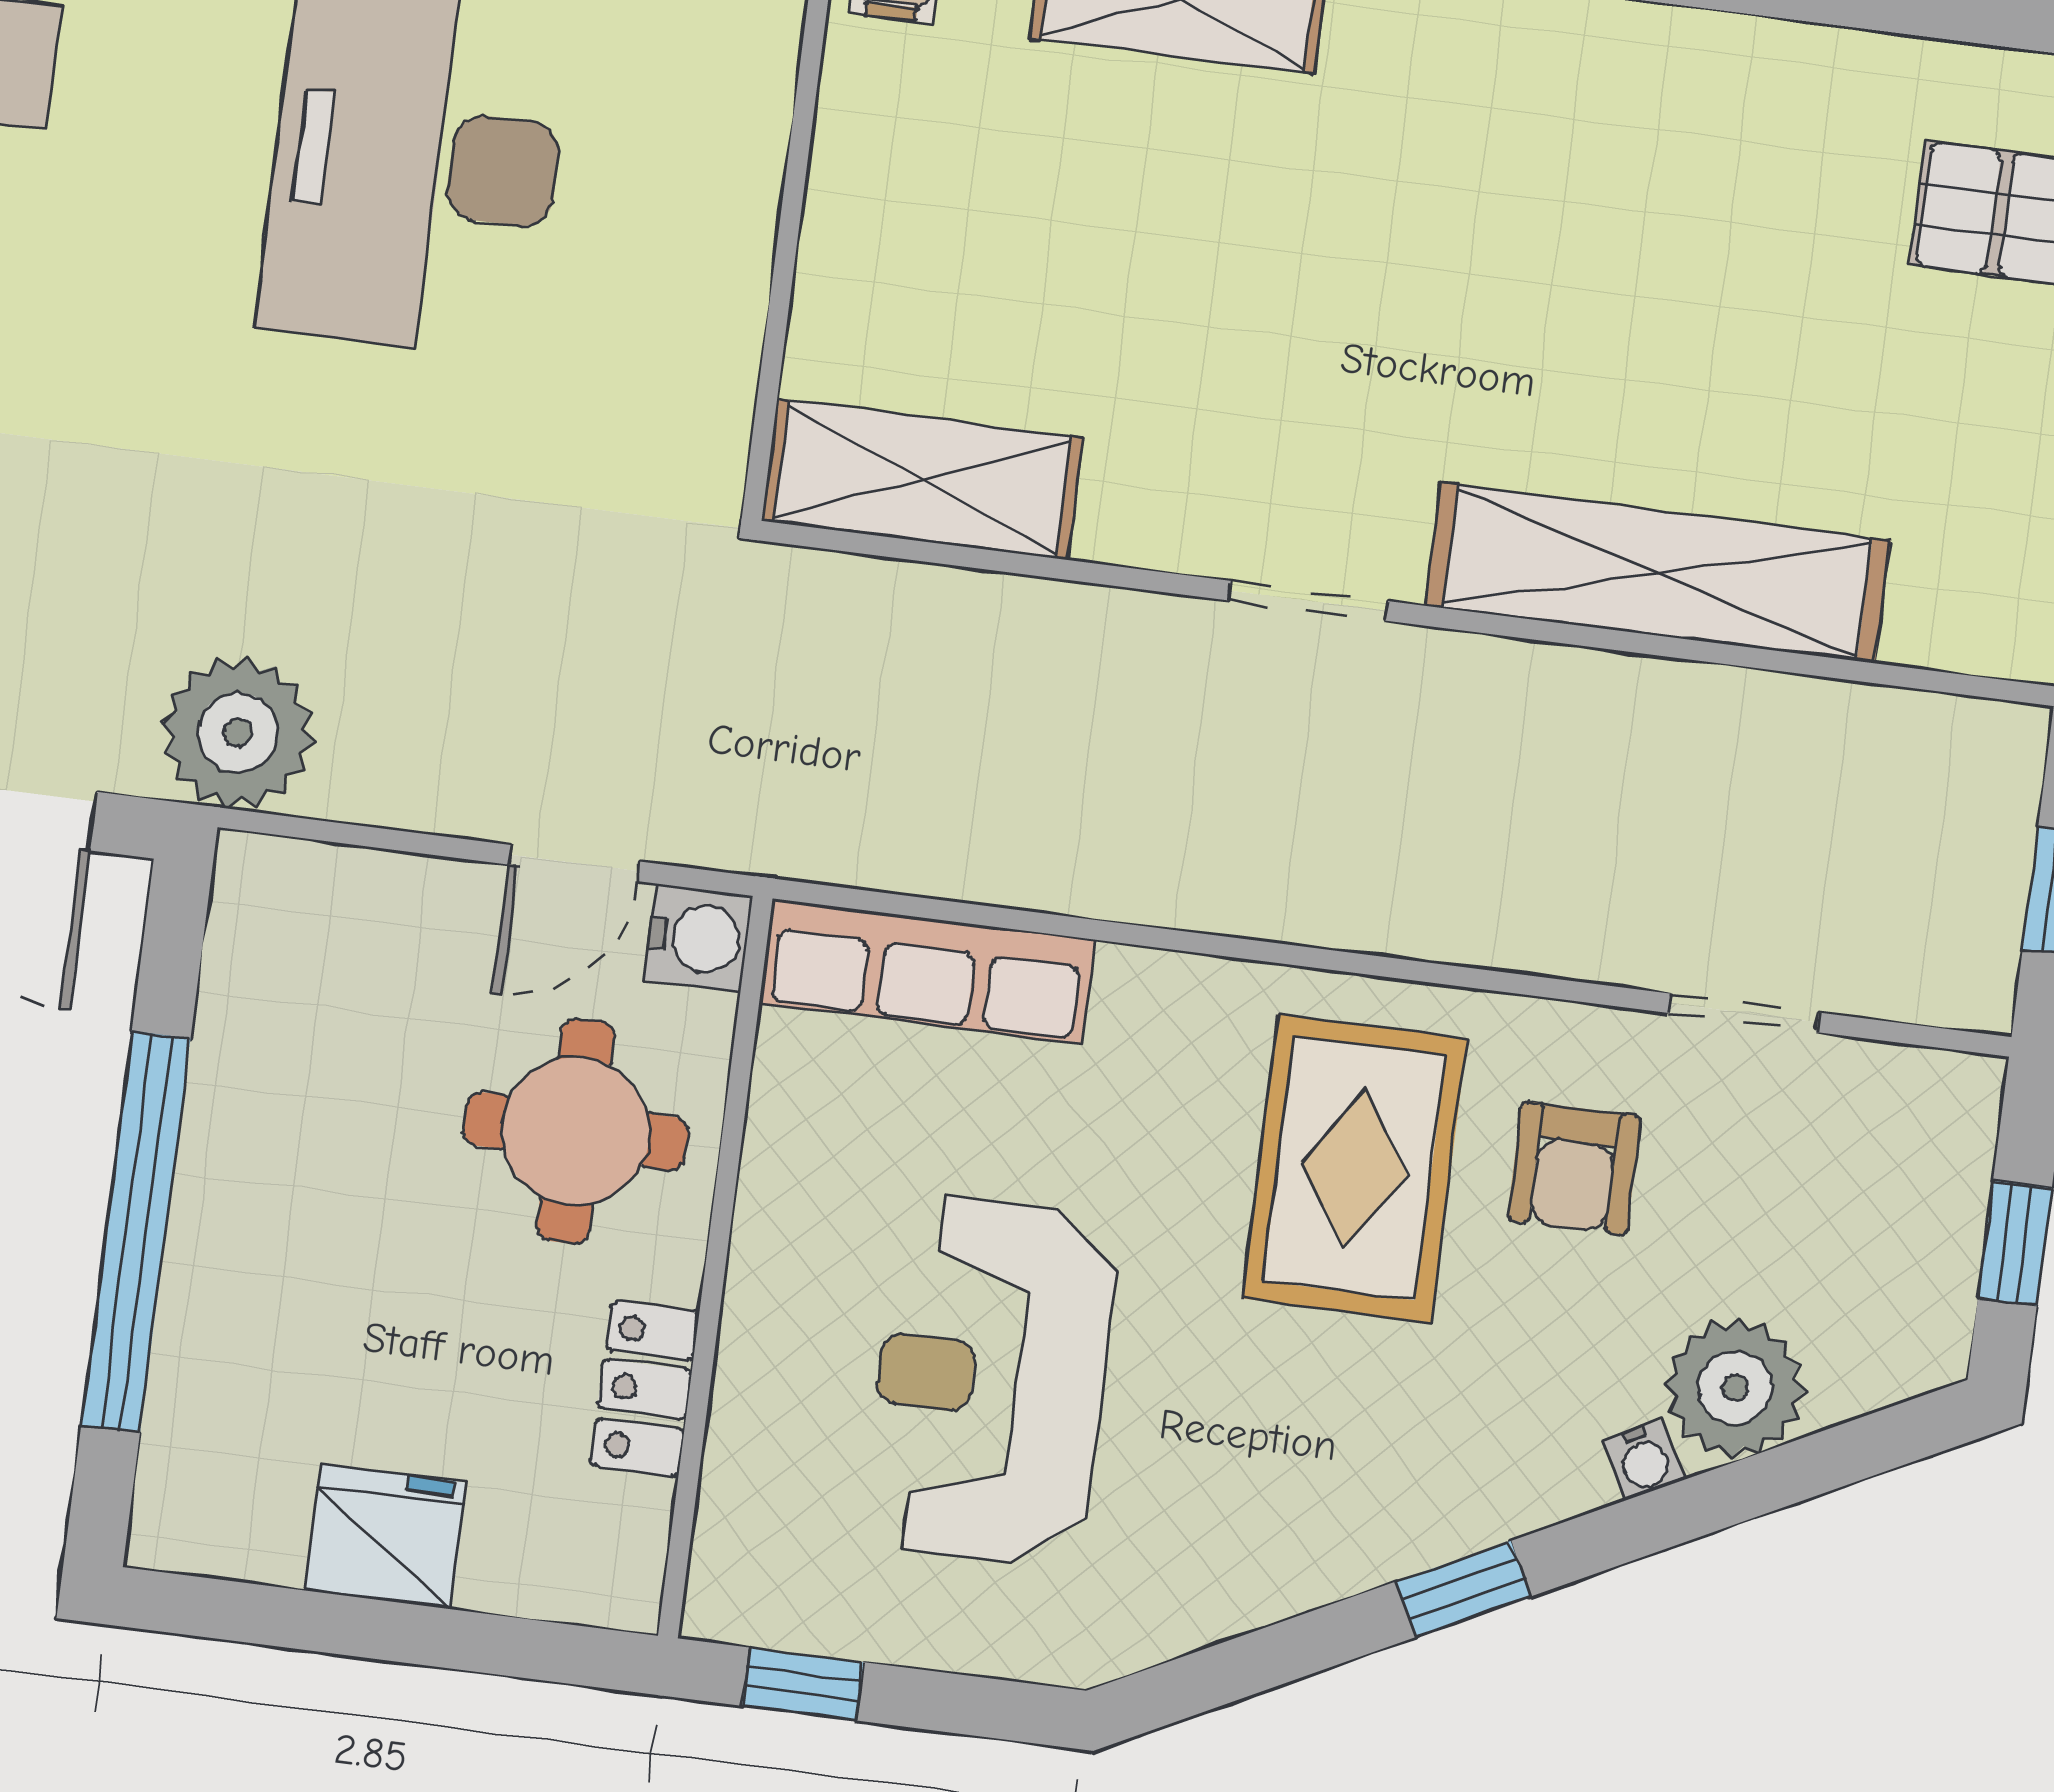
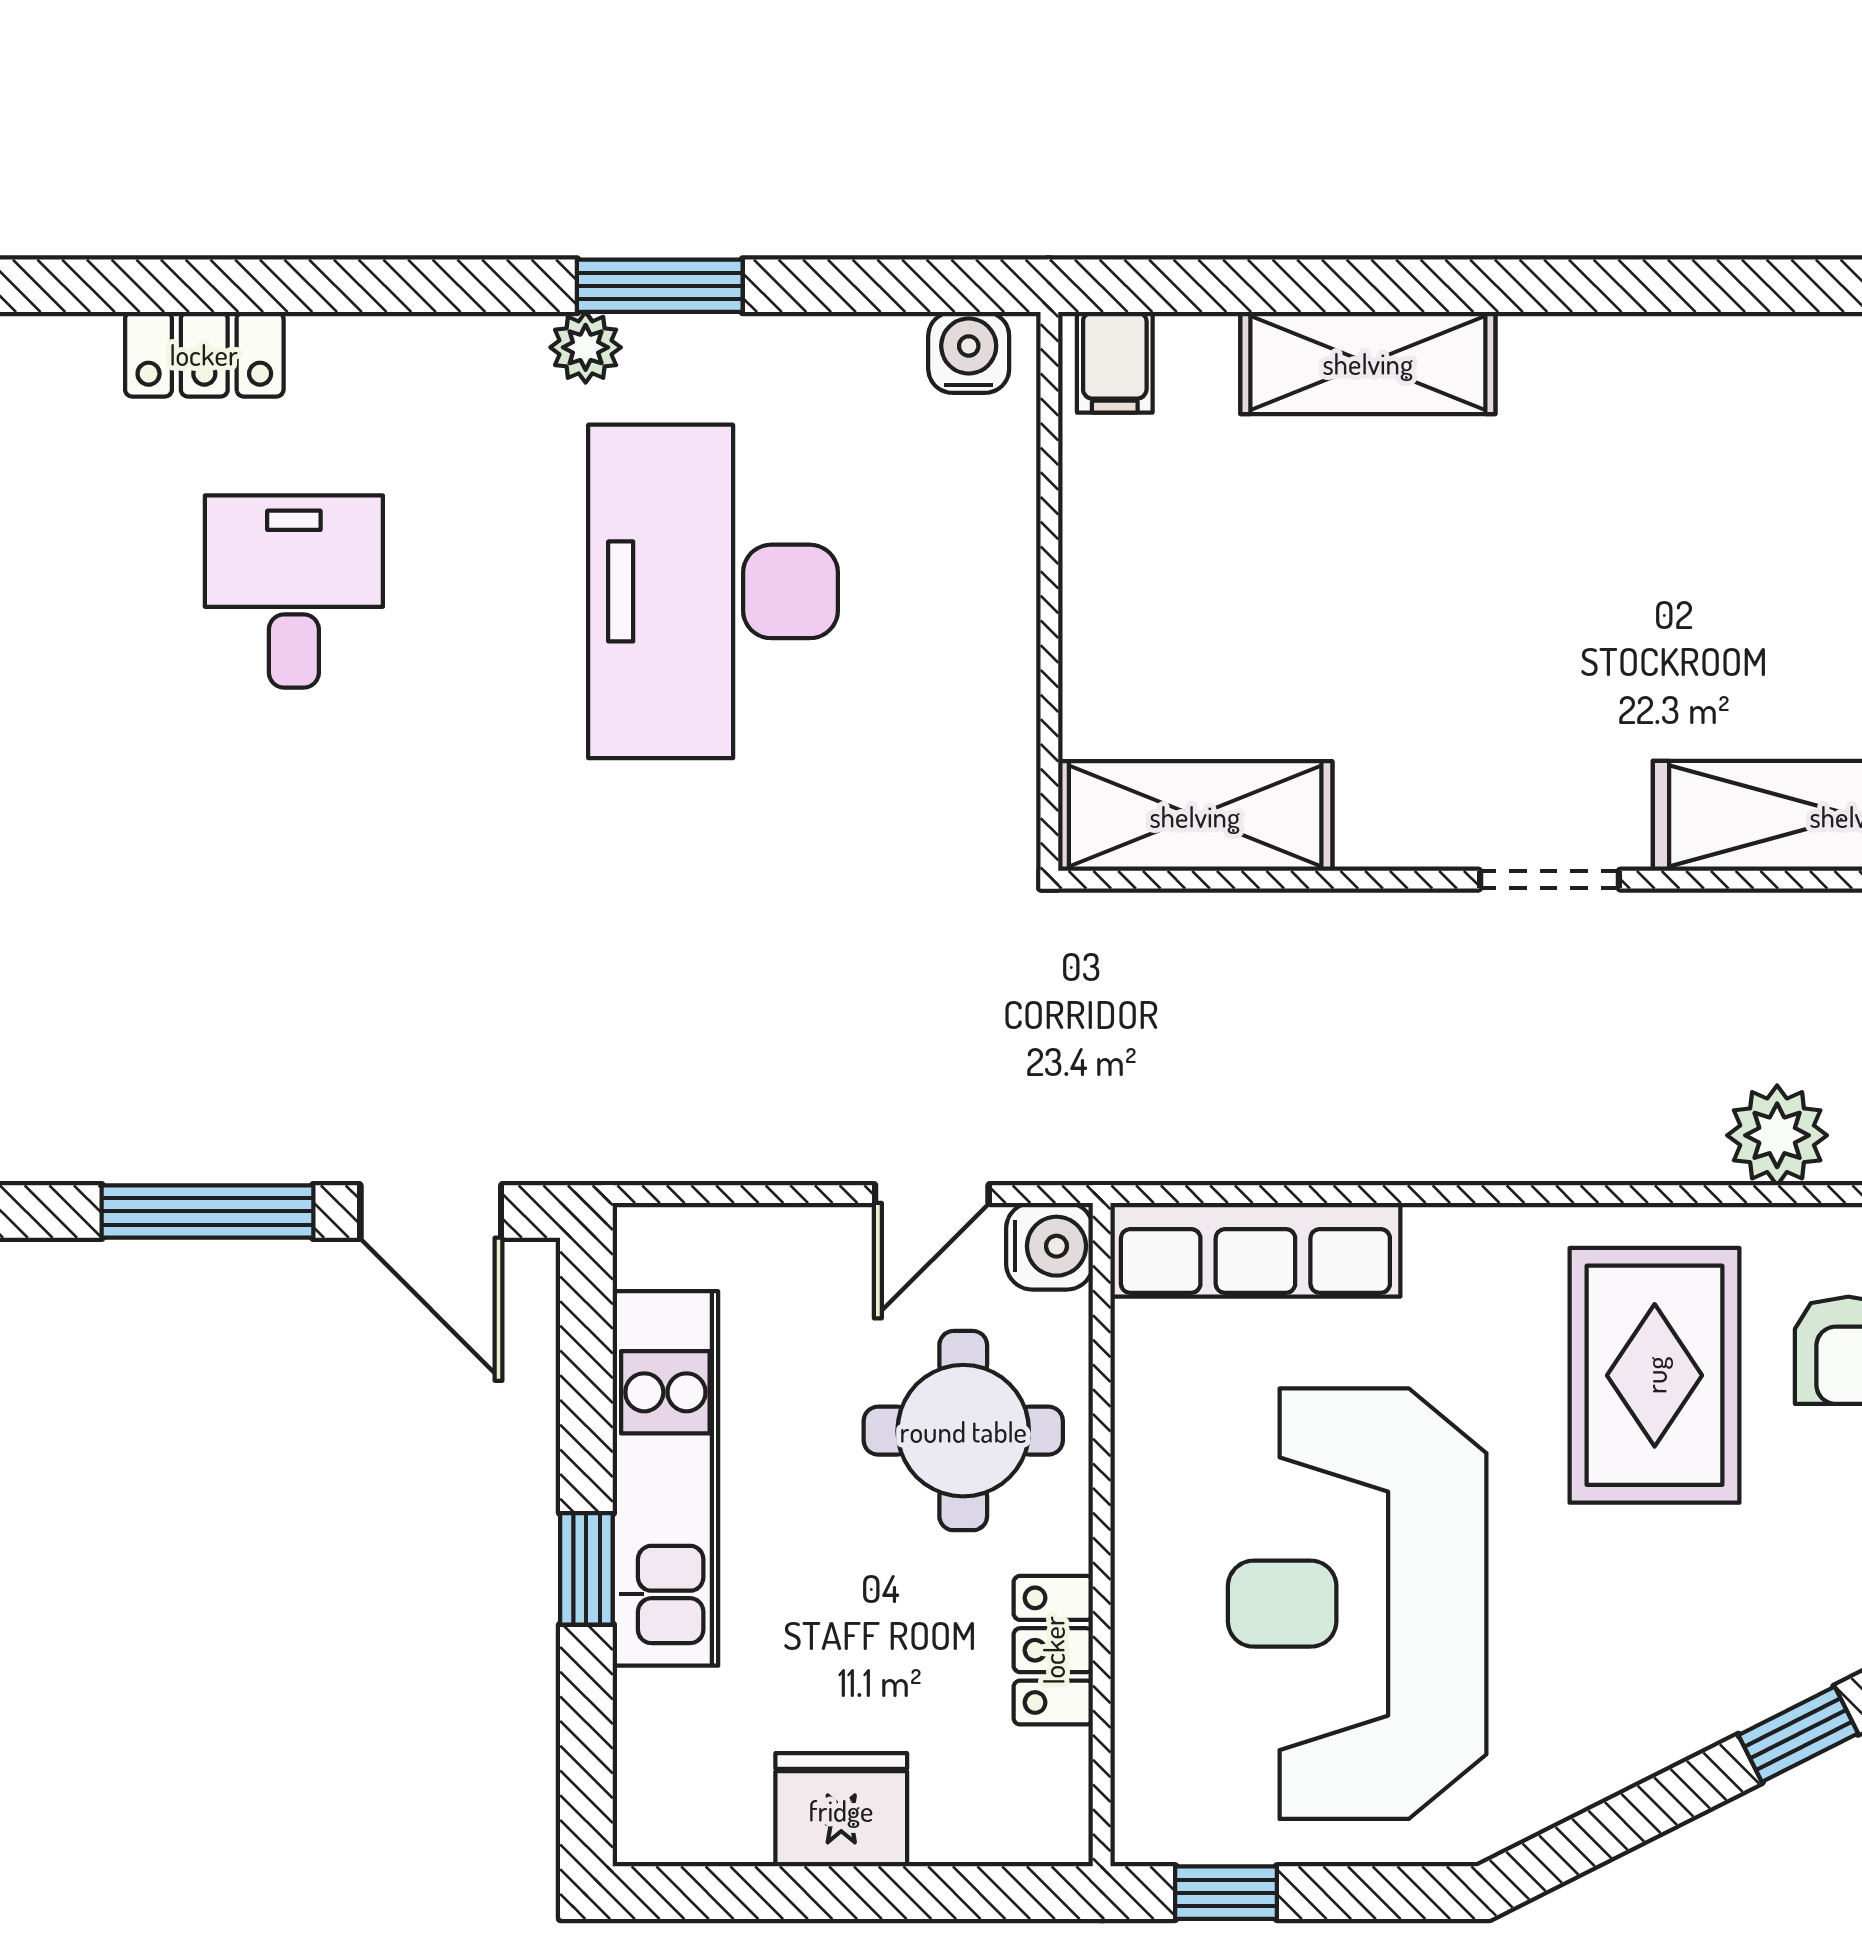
plant: (238, 733) -> (1777, 1135), moved, width x0.73, depth x0.73
kitchen unit: (237, 1142) -> (665, 1478), added
window: (136, 1232) -> (586, 1569), width x0.32
reception desk: (990, 1381) -> (1357, 1604), width x1.36, depth x1.30

